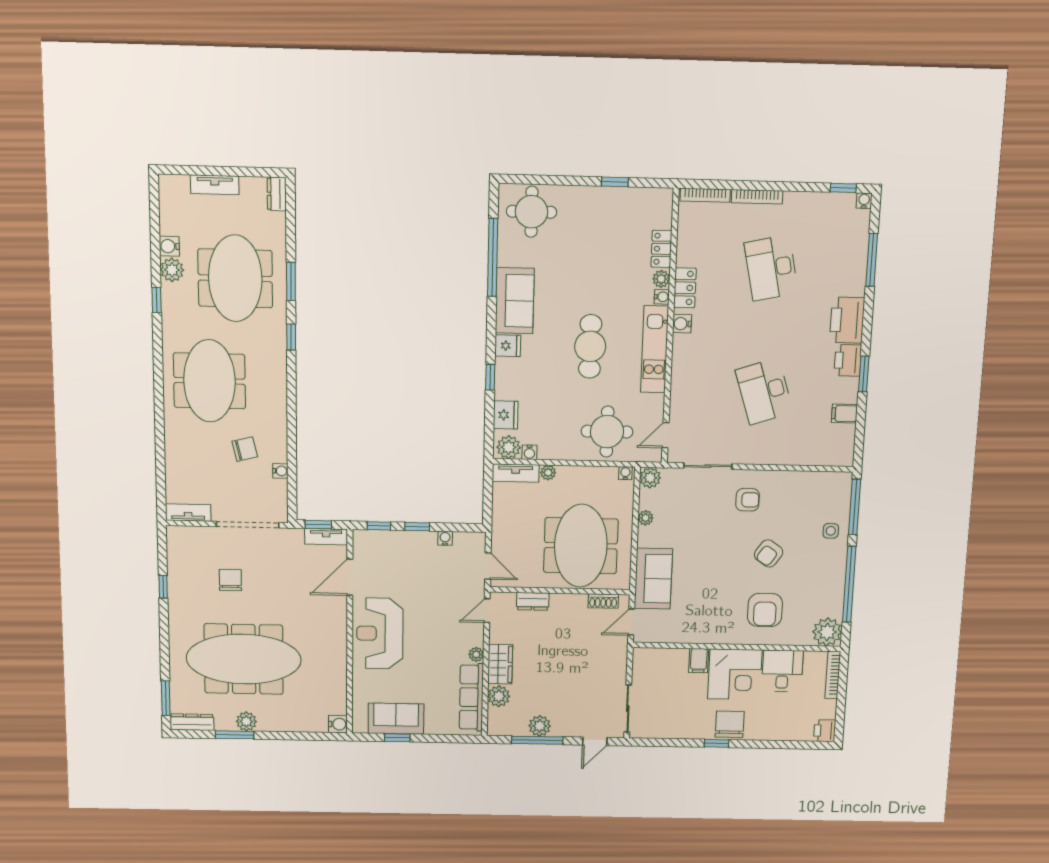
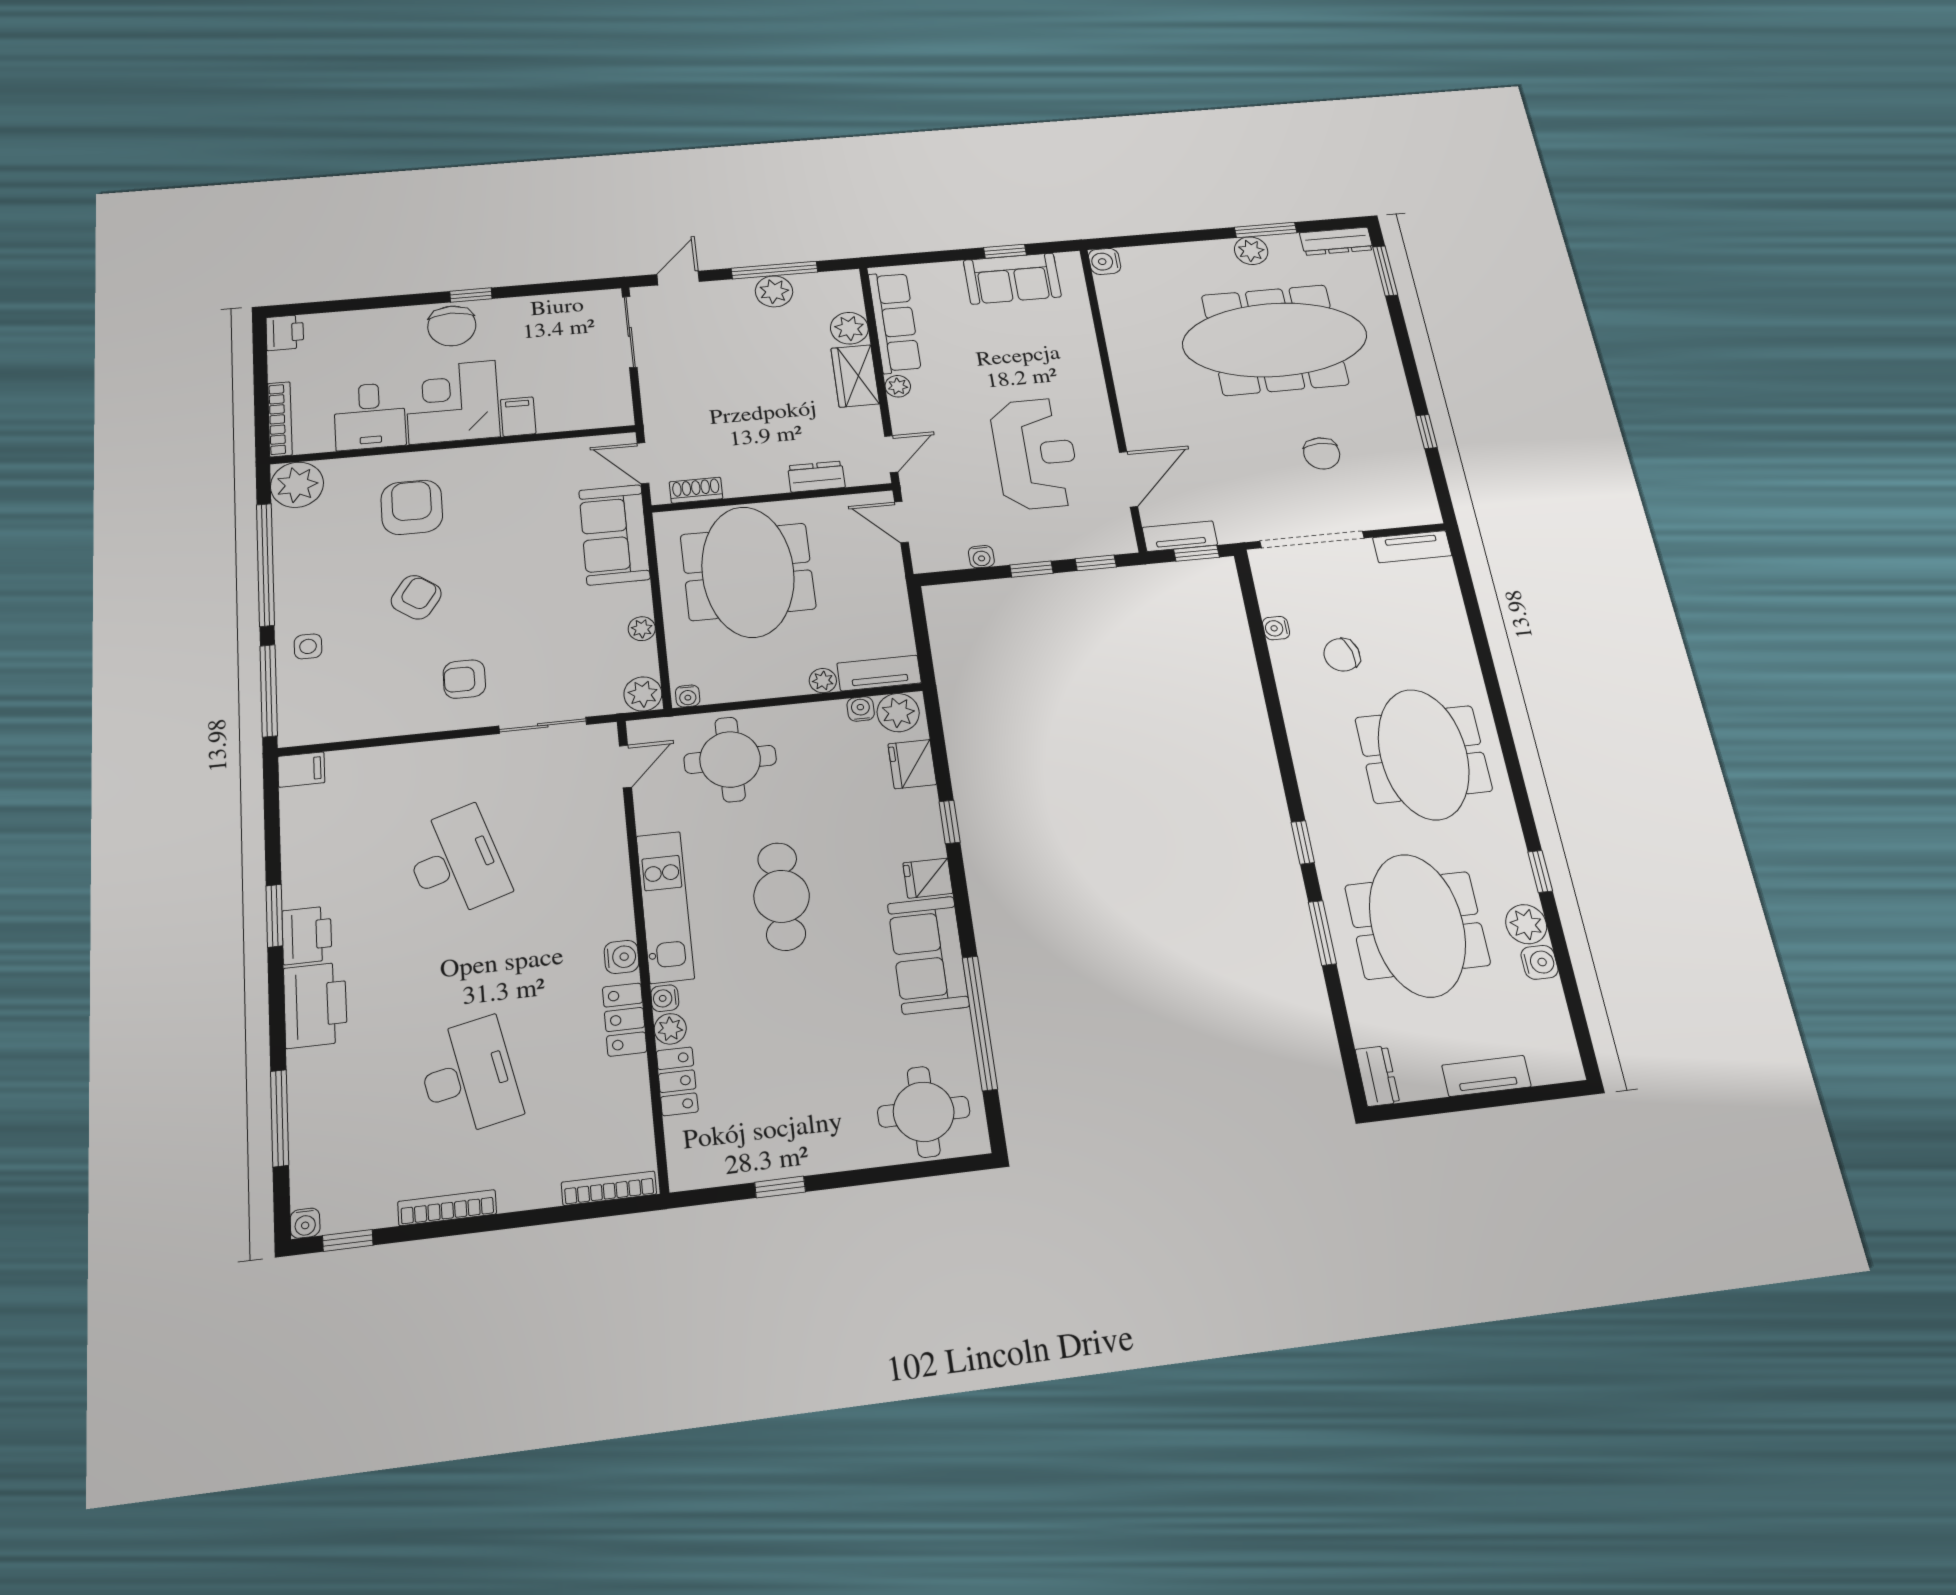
bookcase: (757, 197) -> (447, 1208), moved
filing cabinet: (844, 414) -> (301, 769), moved
door: (631, 622) -> (643, 463), swing flipped
reception desk: (380, 633) -> (1035, 454), moved

